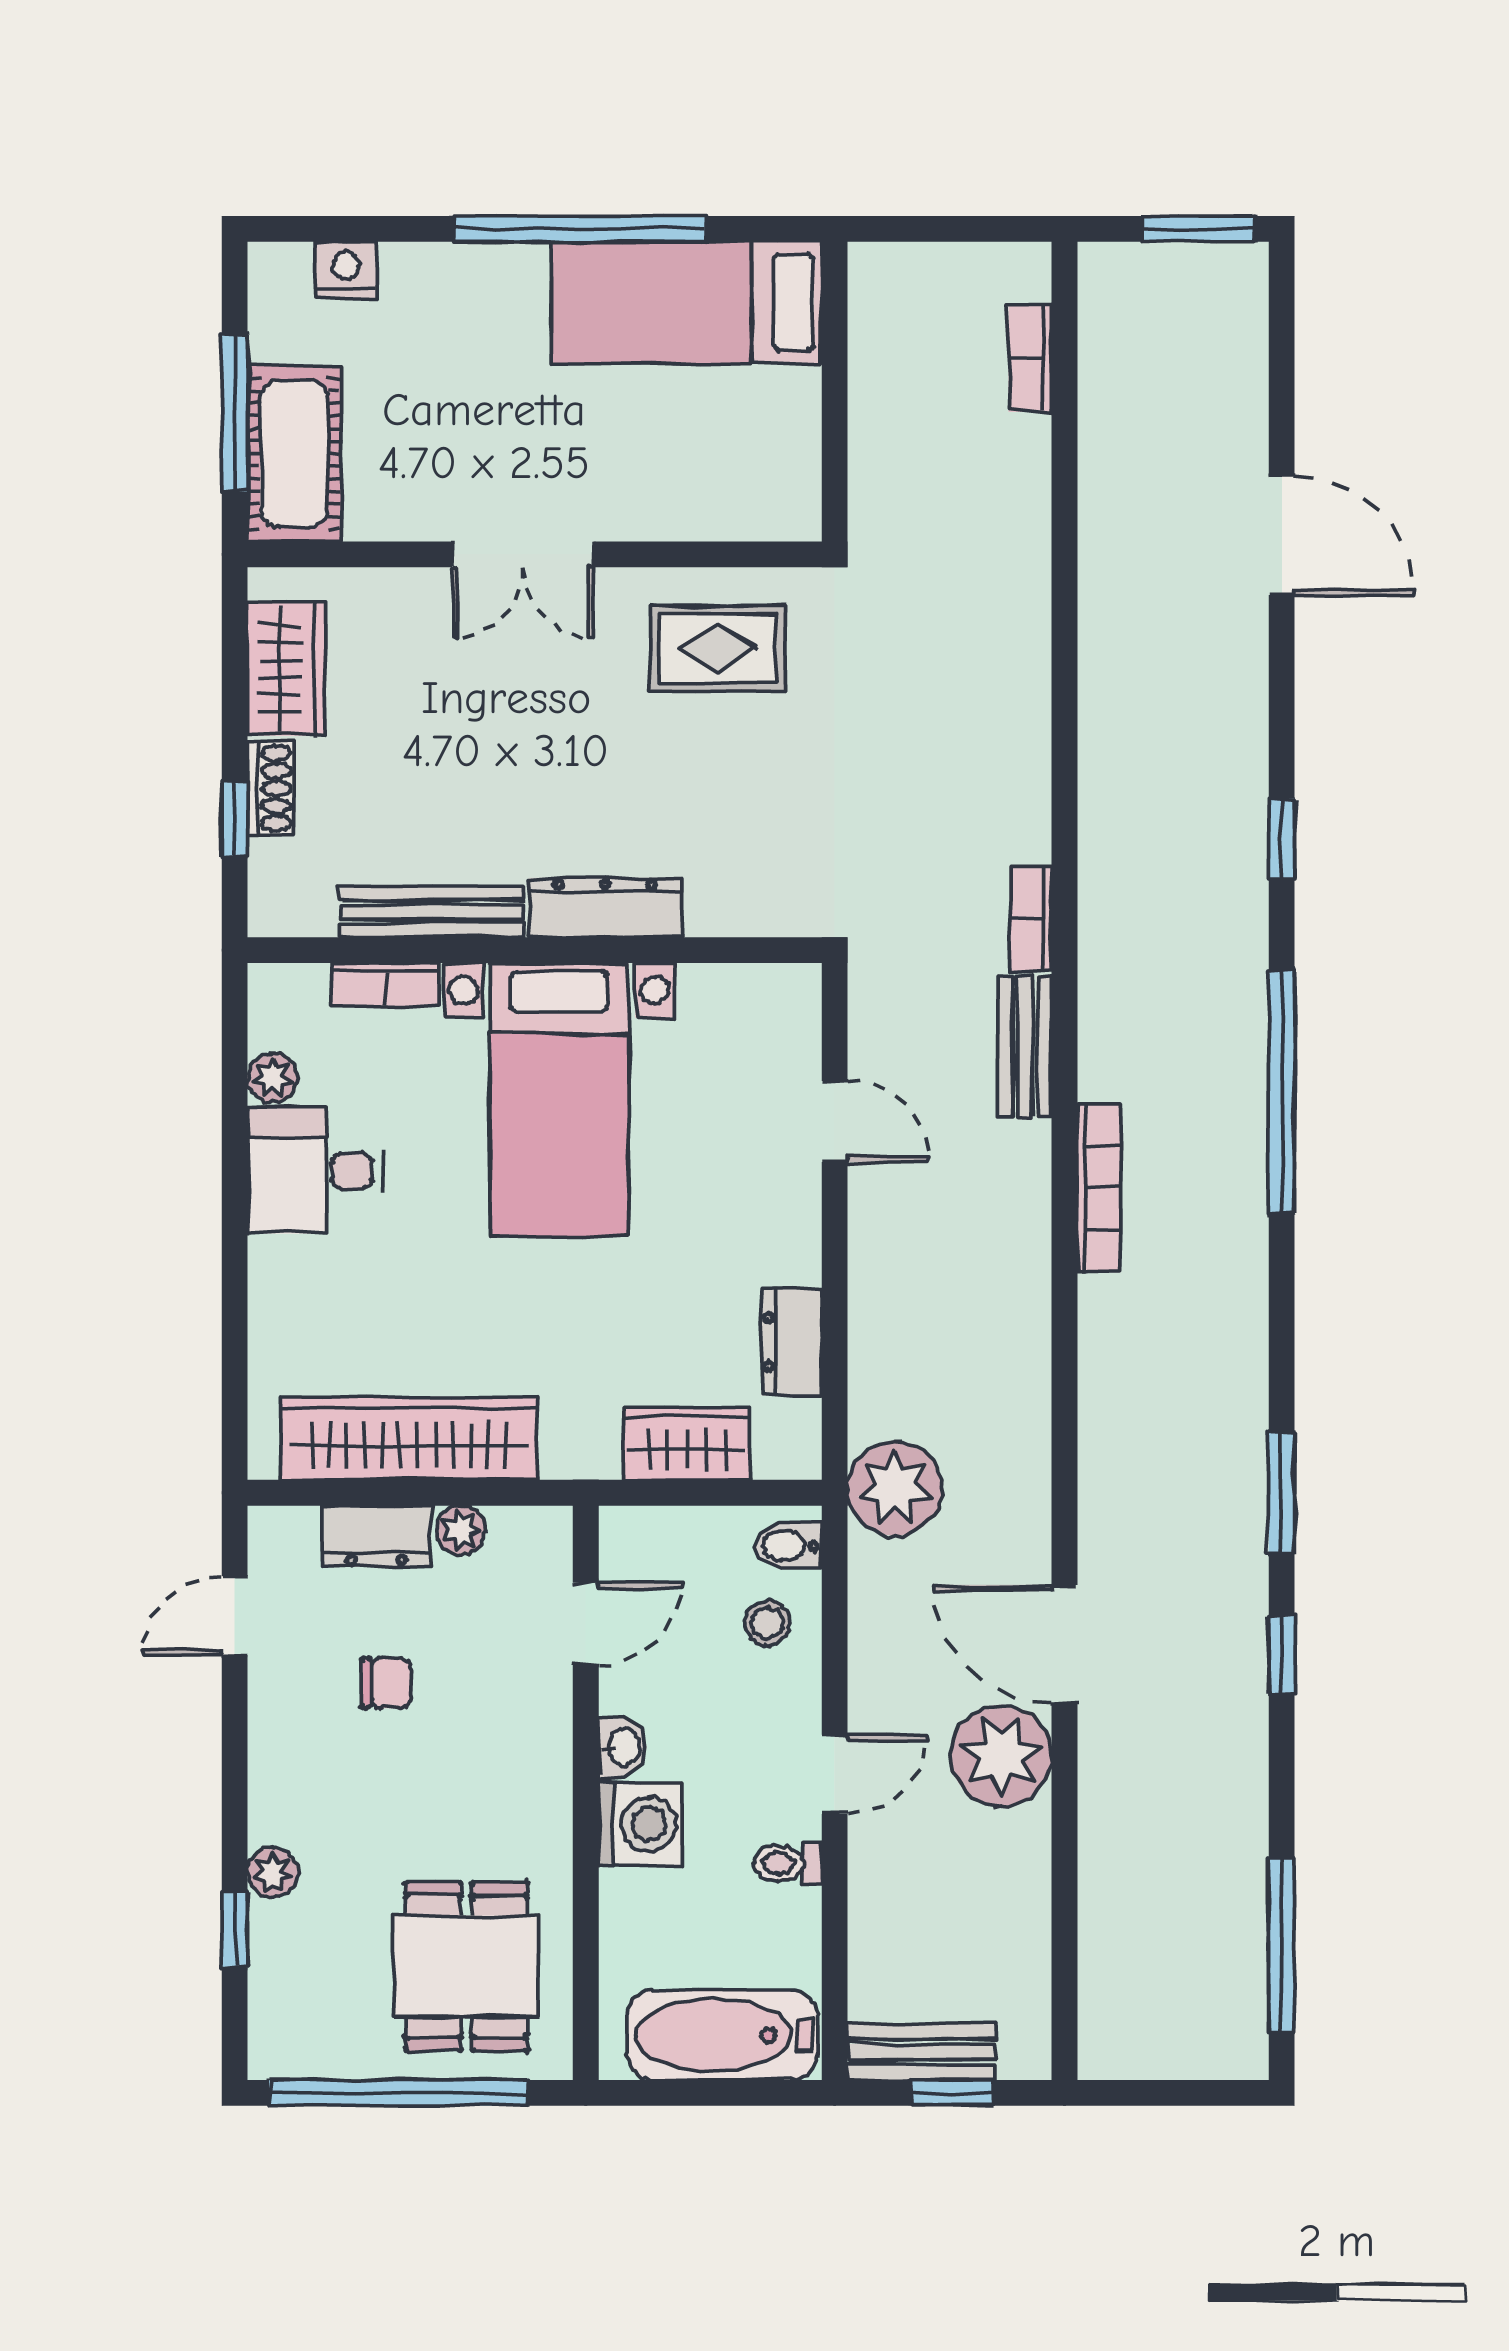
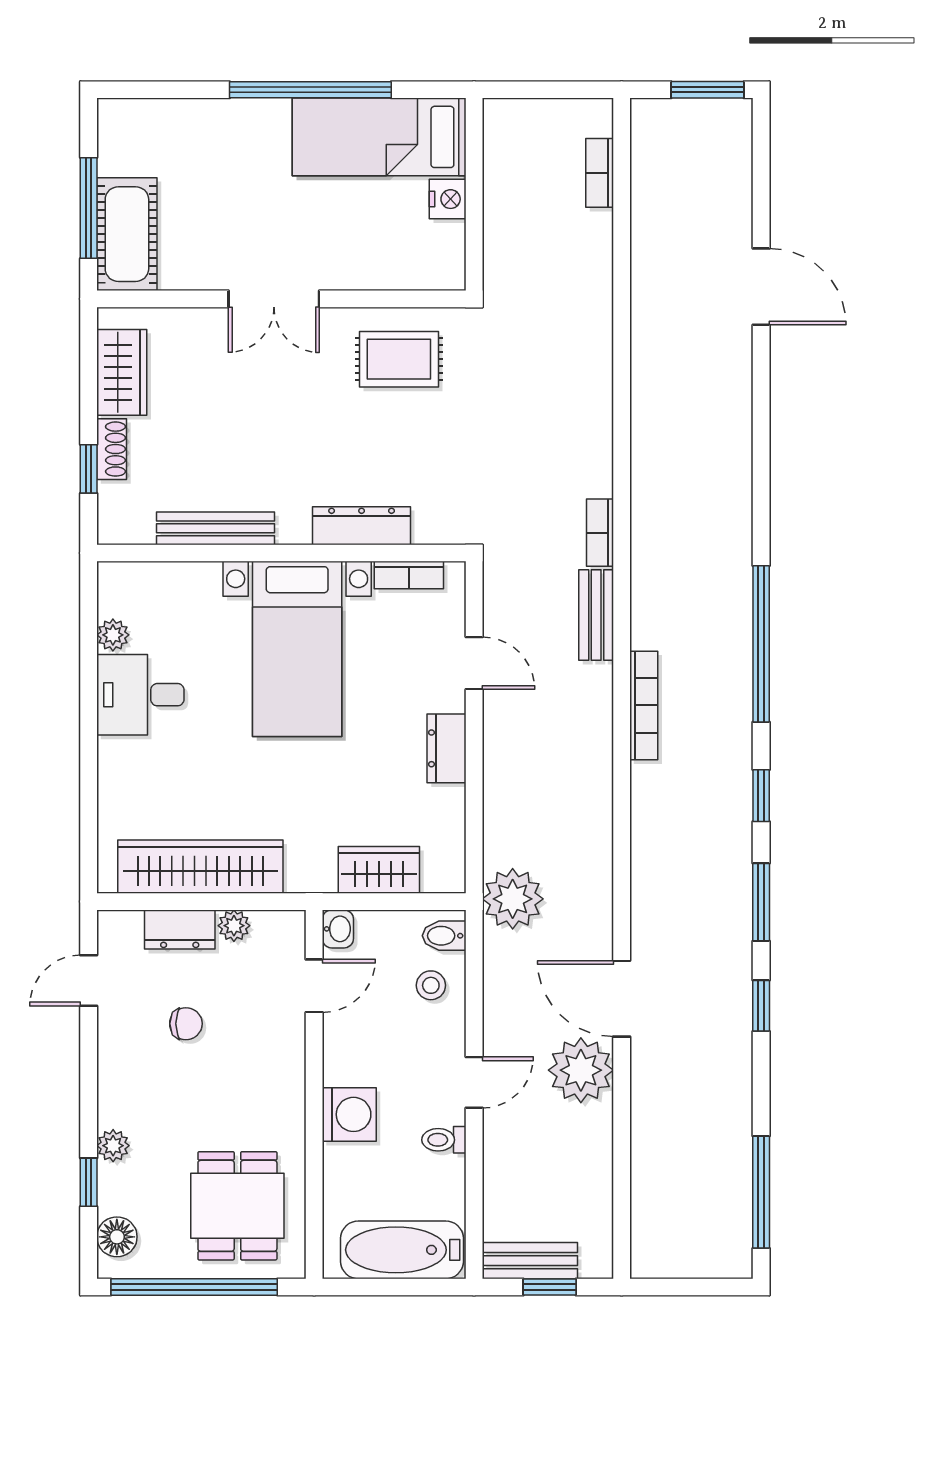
nightstand: (346, 270) -> (448, 199), moved, turned 90
window: (1282, 839) -> (761, 796), moved
dresser: (605, 908) -> (362, 526), moved
bookcase: (385, 984) -> (409, 575), moved
dresser: (792, 1342) -> (447, 748), moved
washbasin: (623, 1747) -> (338, 929), moved
floor lamp: (279, 2015) -> (117, 1237), added

